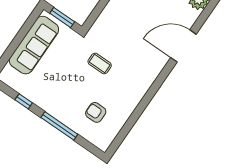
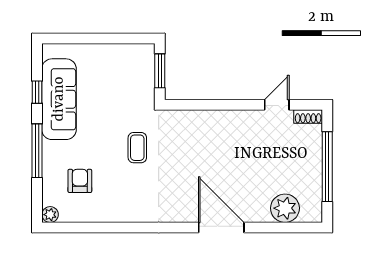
sofa: (34, 45) -> (59, 99), moved, turned -90
plant: (104, 145) -> (50, 215), added

